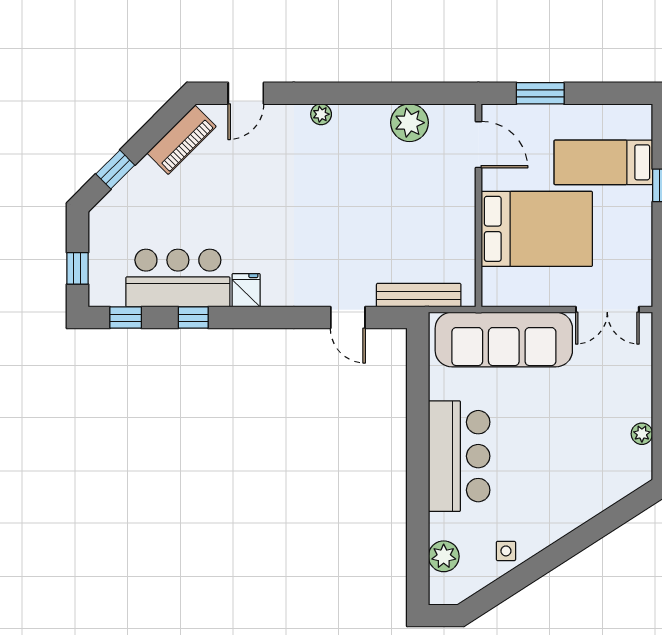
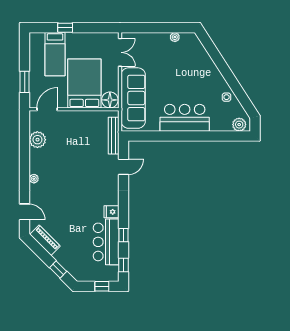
floor lamp: (499, 287) -> (110, 100), added
plant: (444, 556) -> (239, 125), moved

